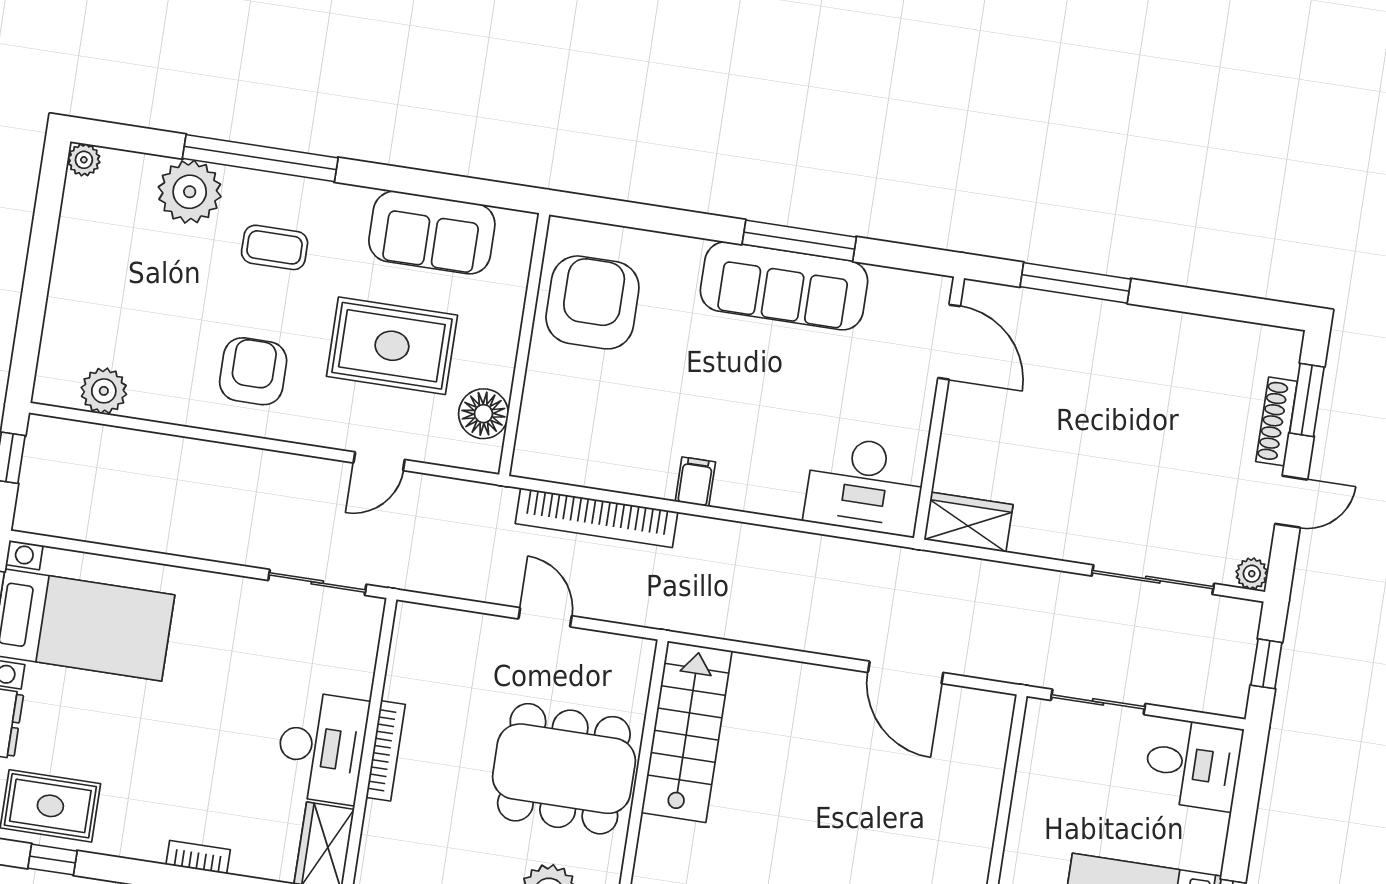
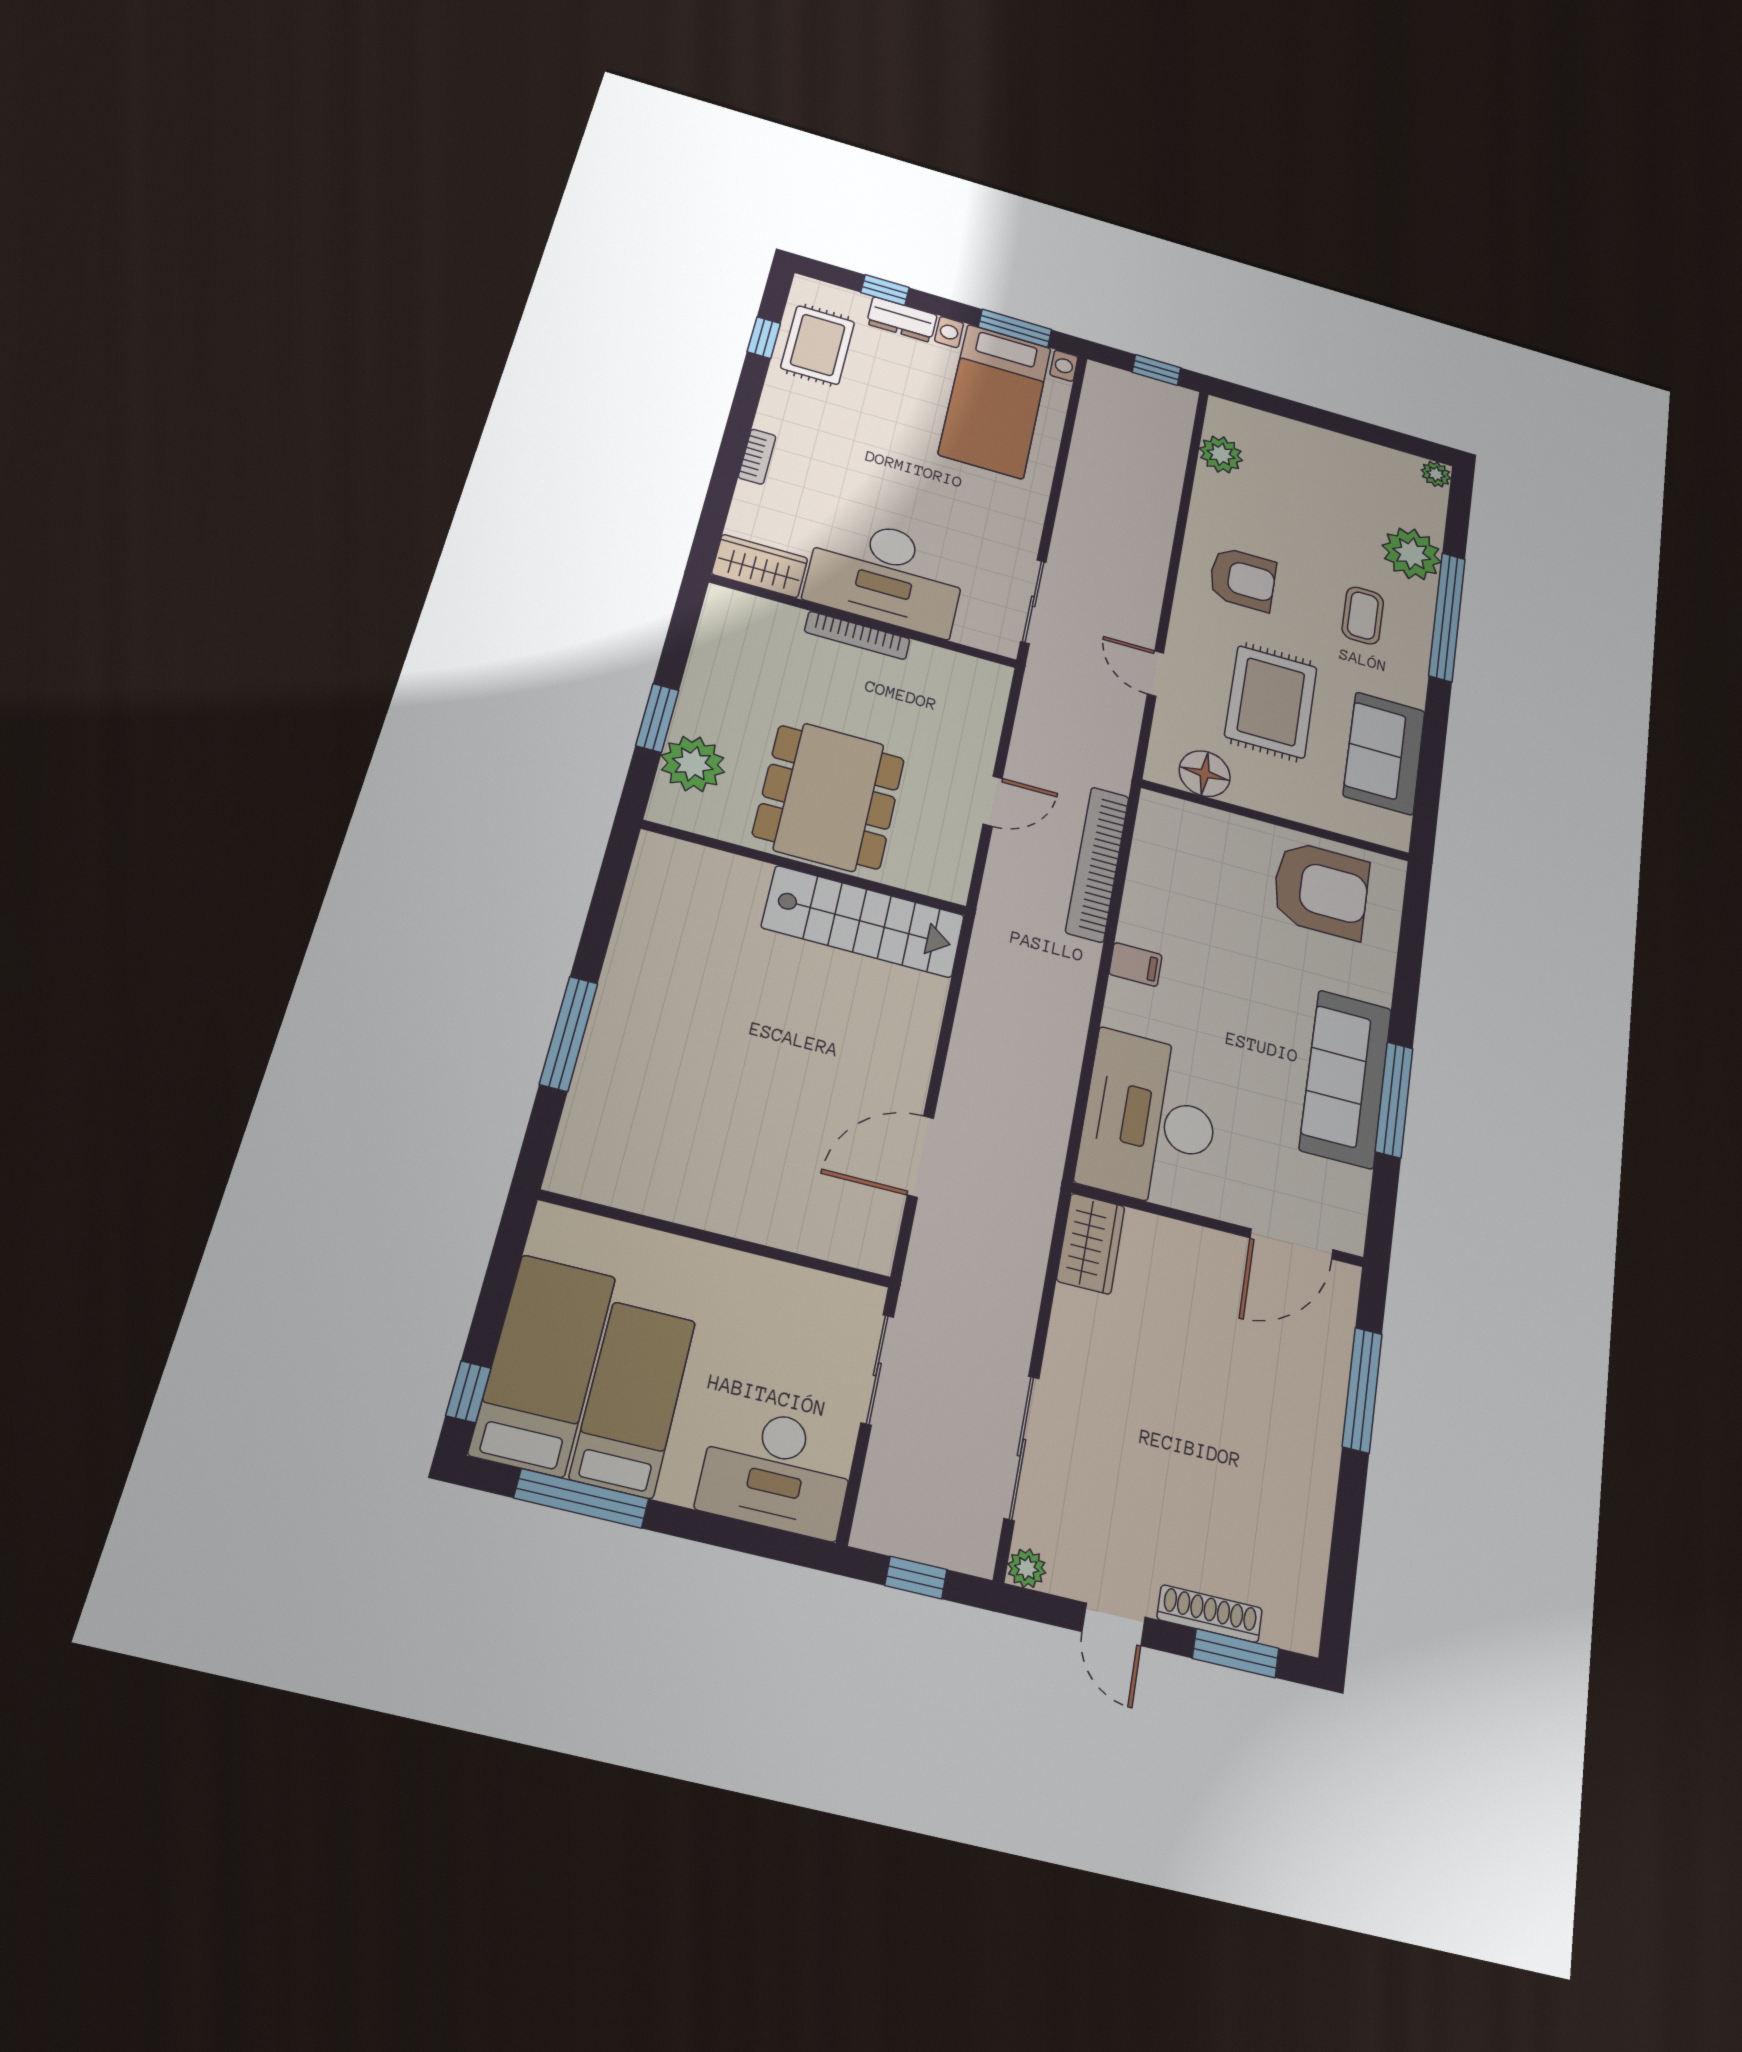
desk: (865, 486) -> (1150, 1120), width x1.36, depth x1.30
desk: (322, 747) -> (886, 575), width x1.36, depth x1.30
desk: (1193, 764) -> (777, 1471), width x1.37

